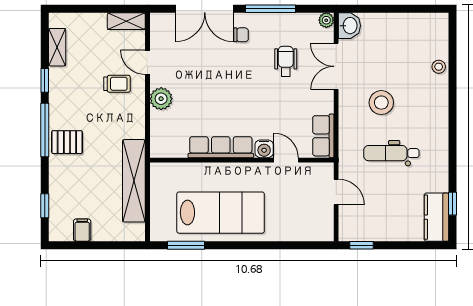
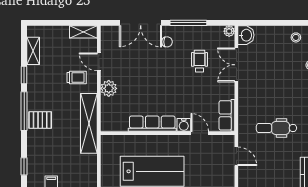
stool: (381, 103) -> (296, 37), moved, width x0.53, depth x0.53
shelving: (134, 181) -> (89, 123), moved

